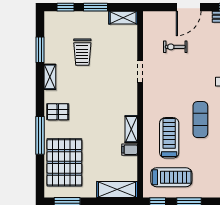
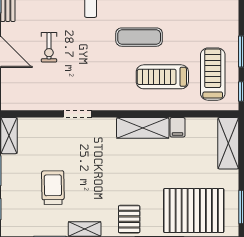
exercise bike: (175, 47) -> (49, 47), moved
trolley: (82, 52) -> (53, 188), turned -91
shelving: (131, 129) -> (143, 128), width x1.50, depth x1.33

